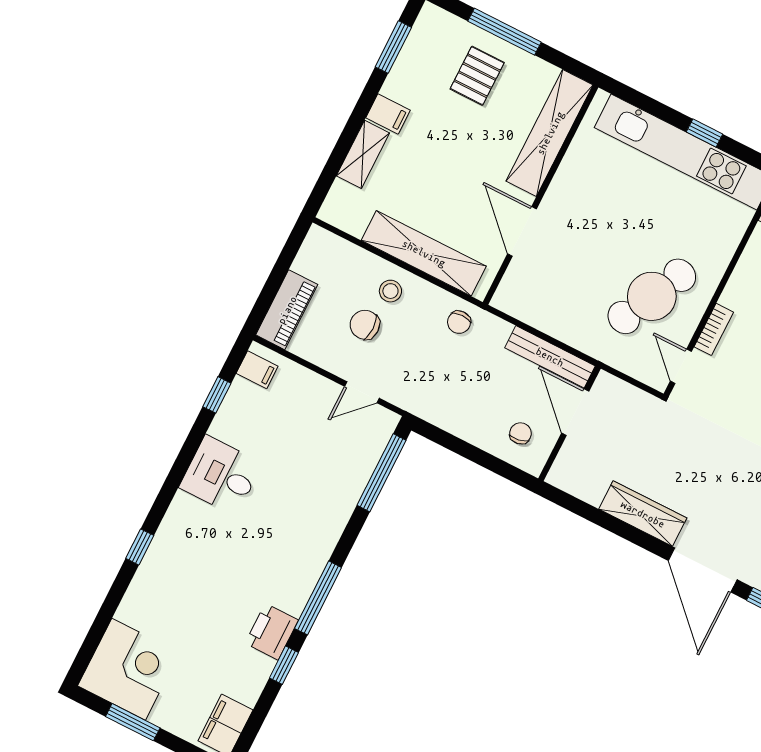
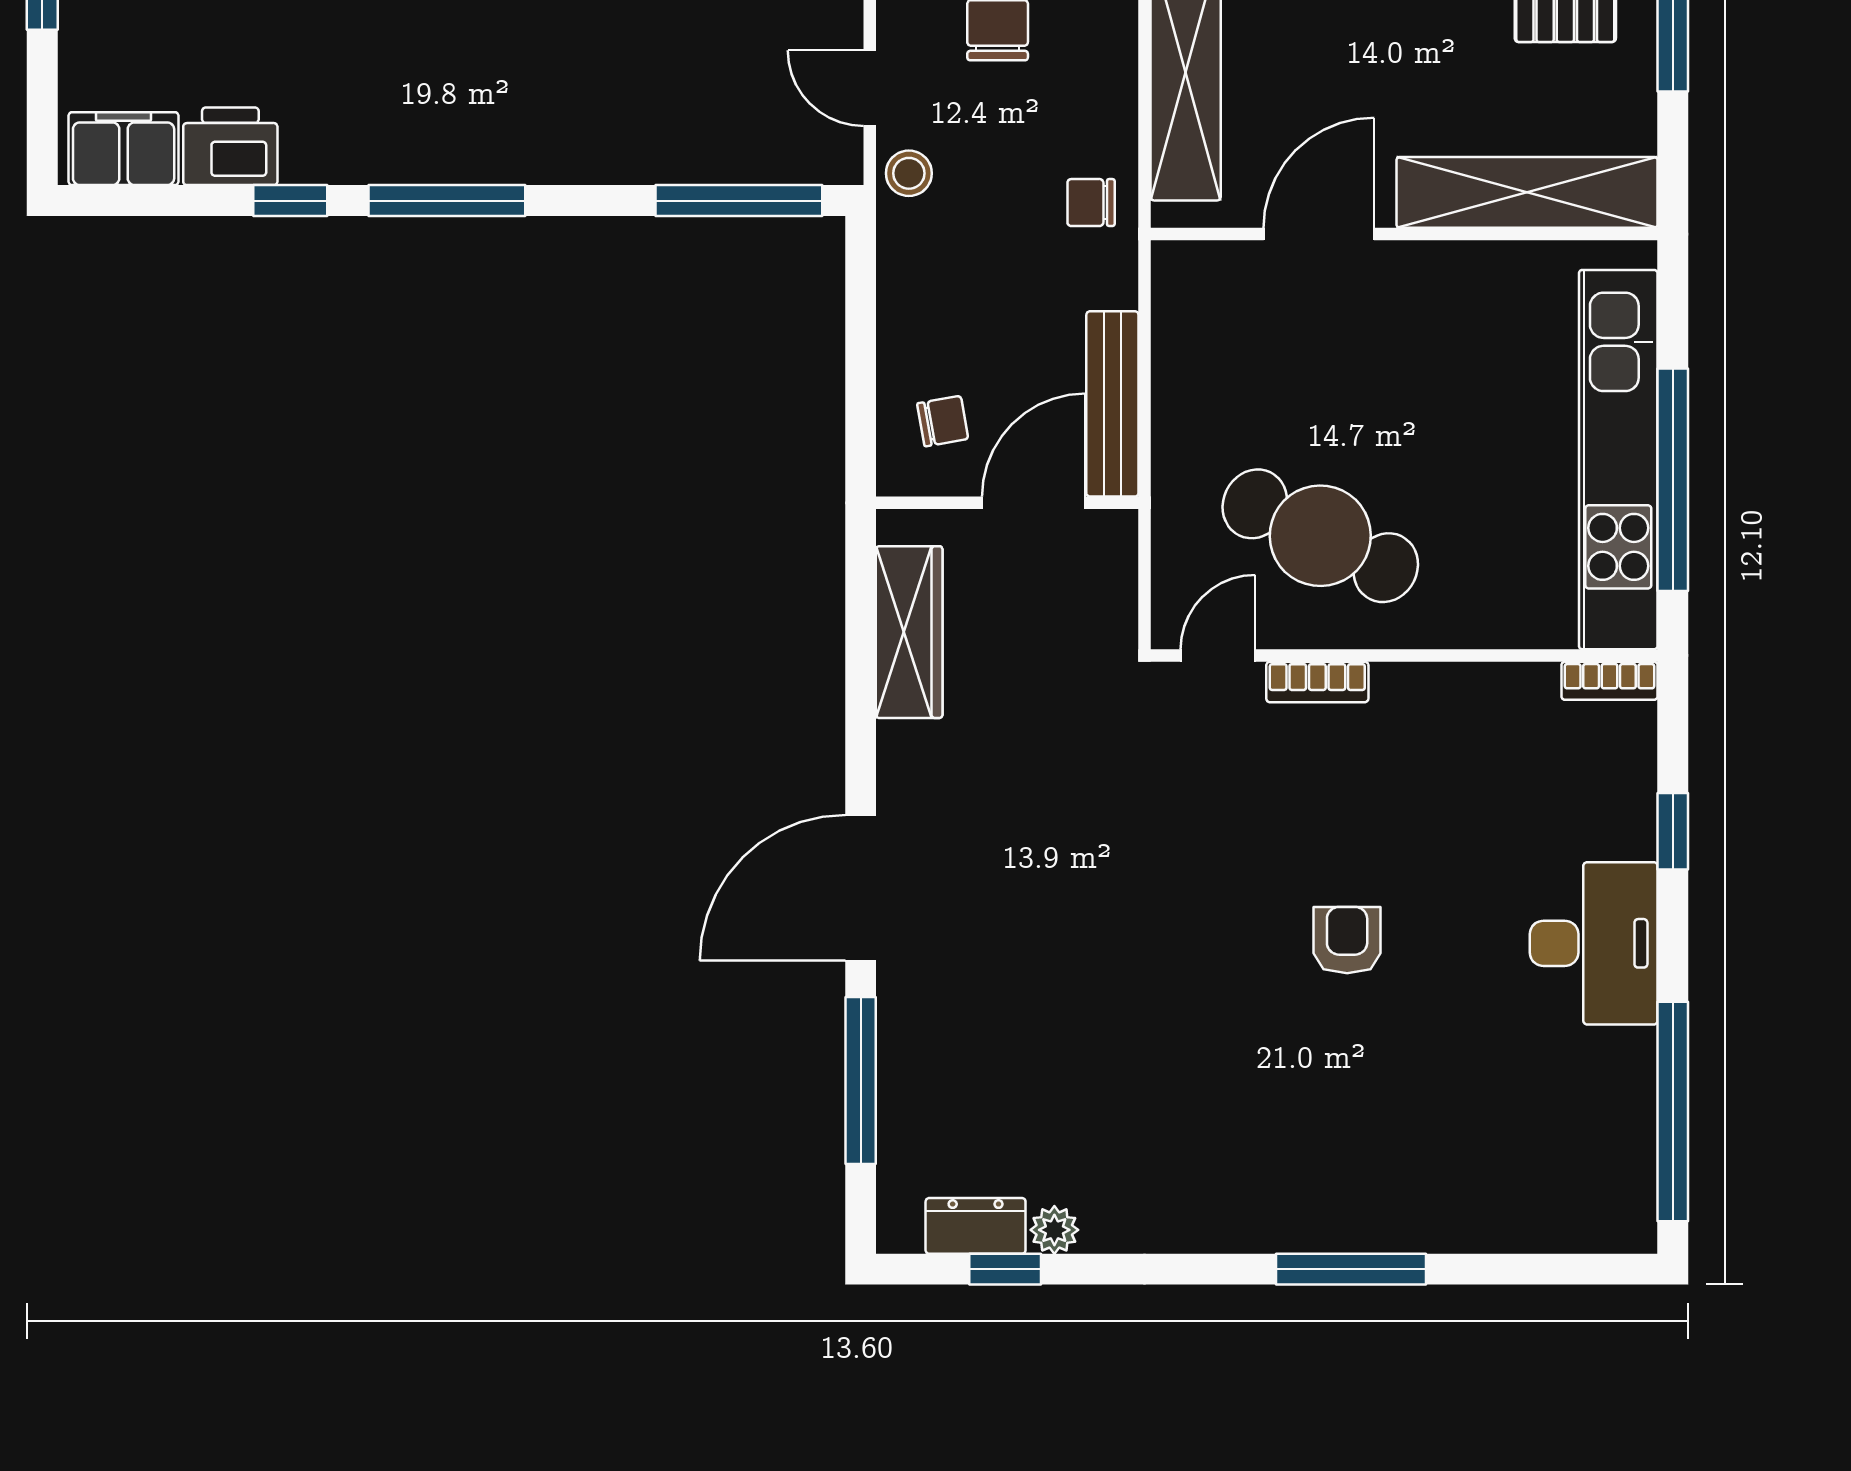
window: (704, 133) -> (1673, 480), width x3.17
stool: (390, 291) -> (909, 173), moved
wardrobe: (643, 514) -> (909, 632), moved
printer: (272, 632) -> (230, 146), moved

